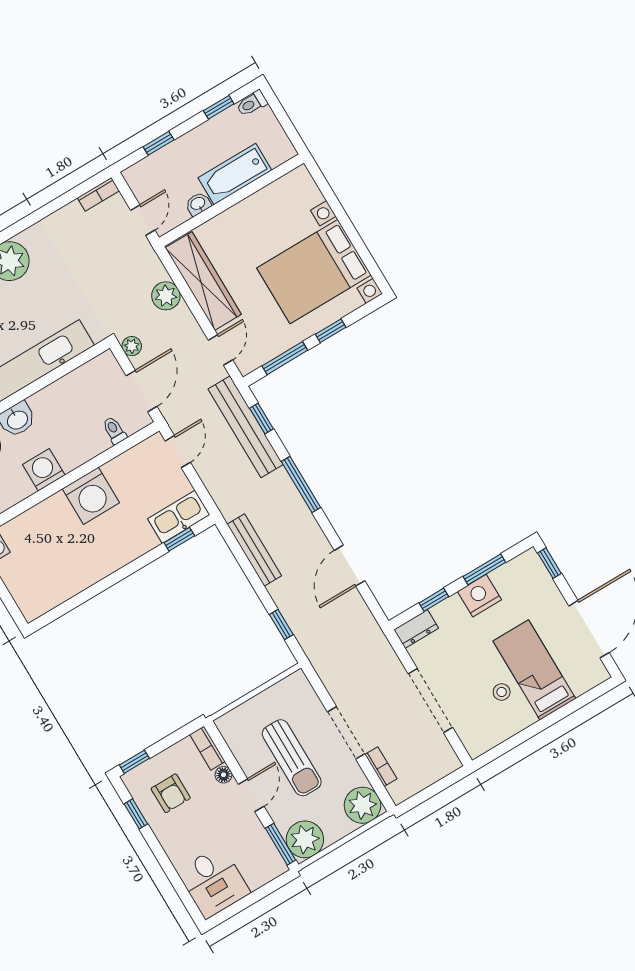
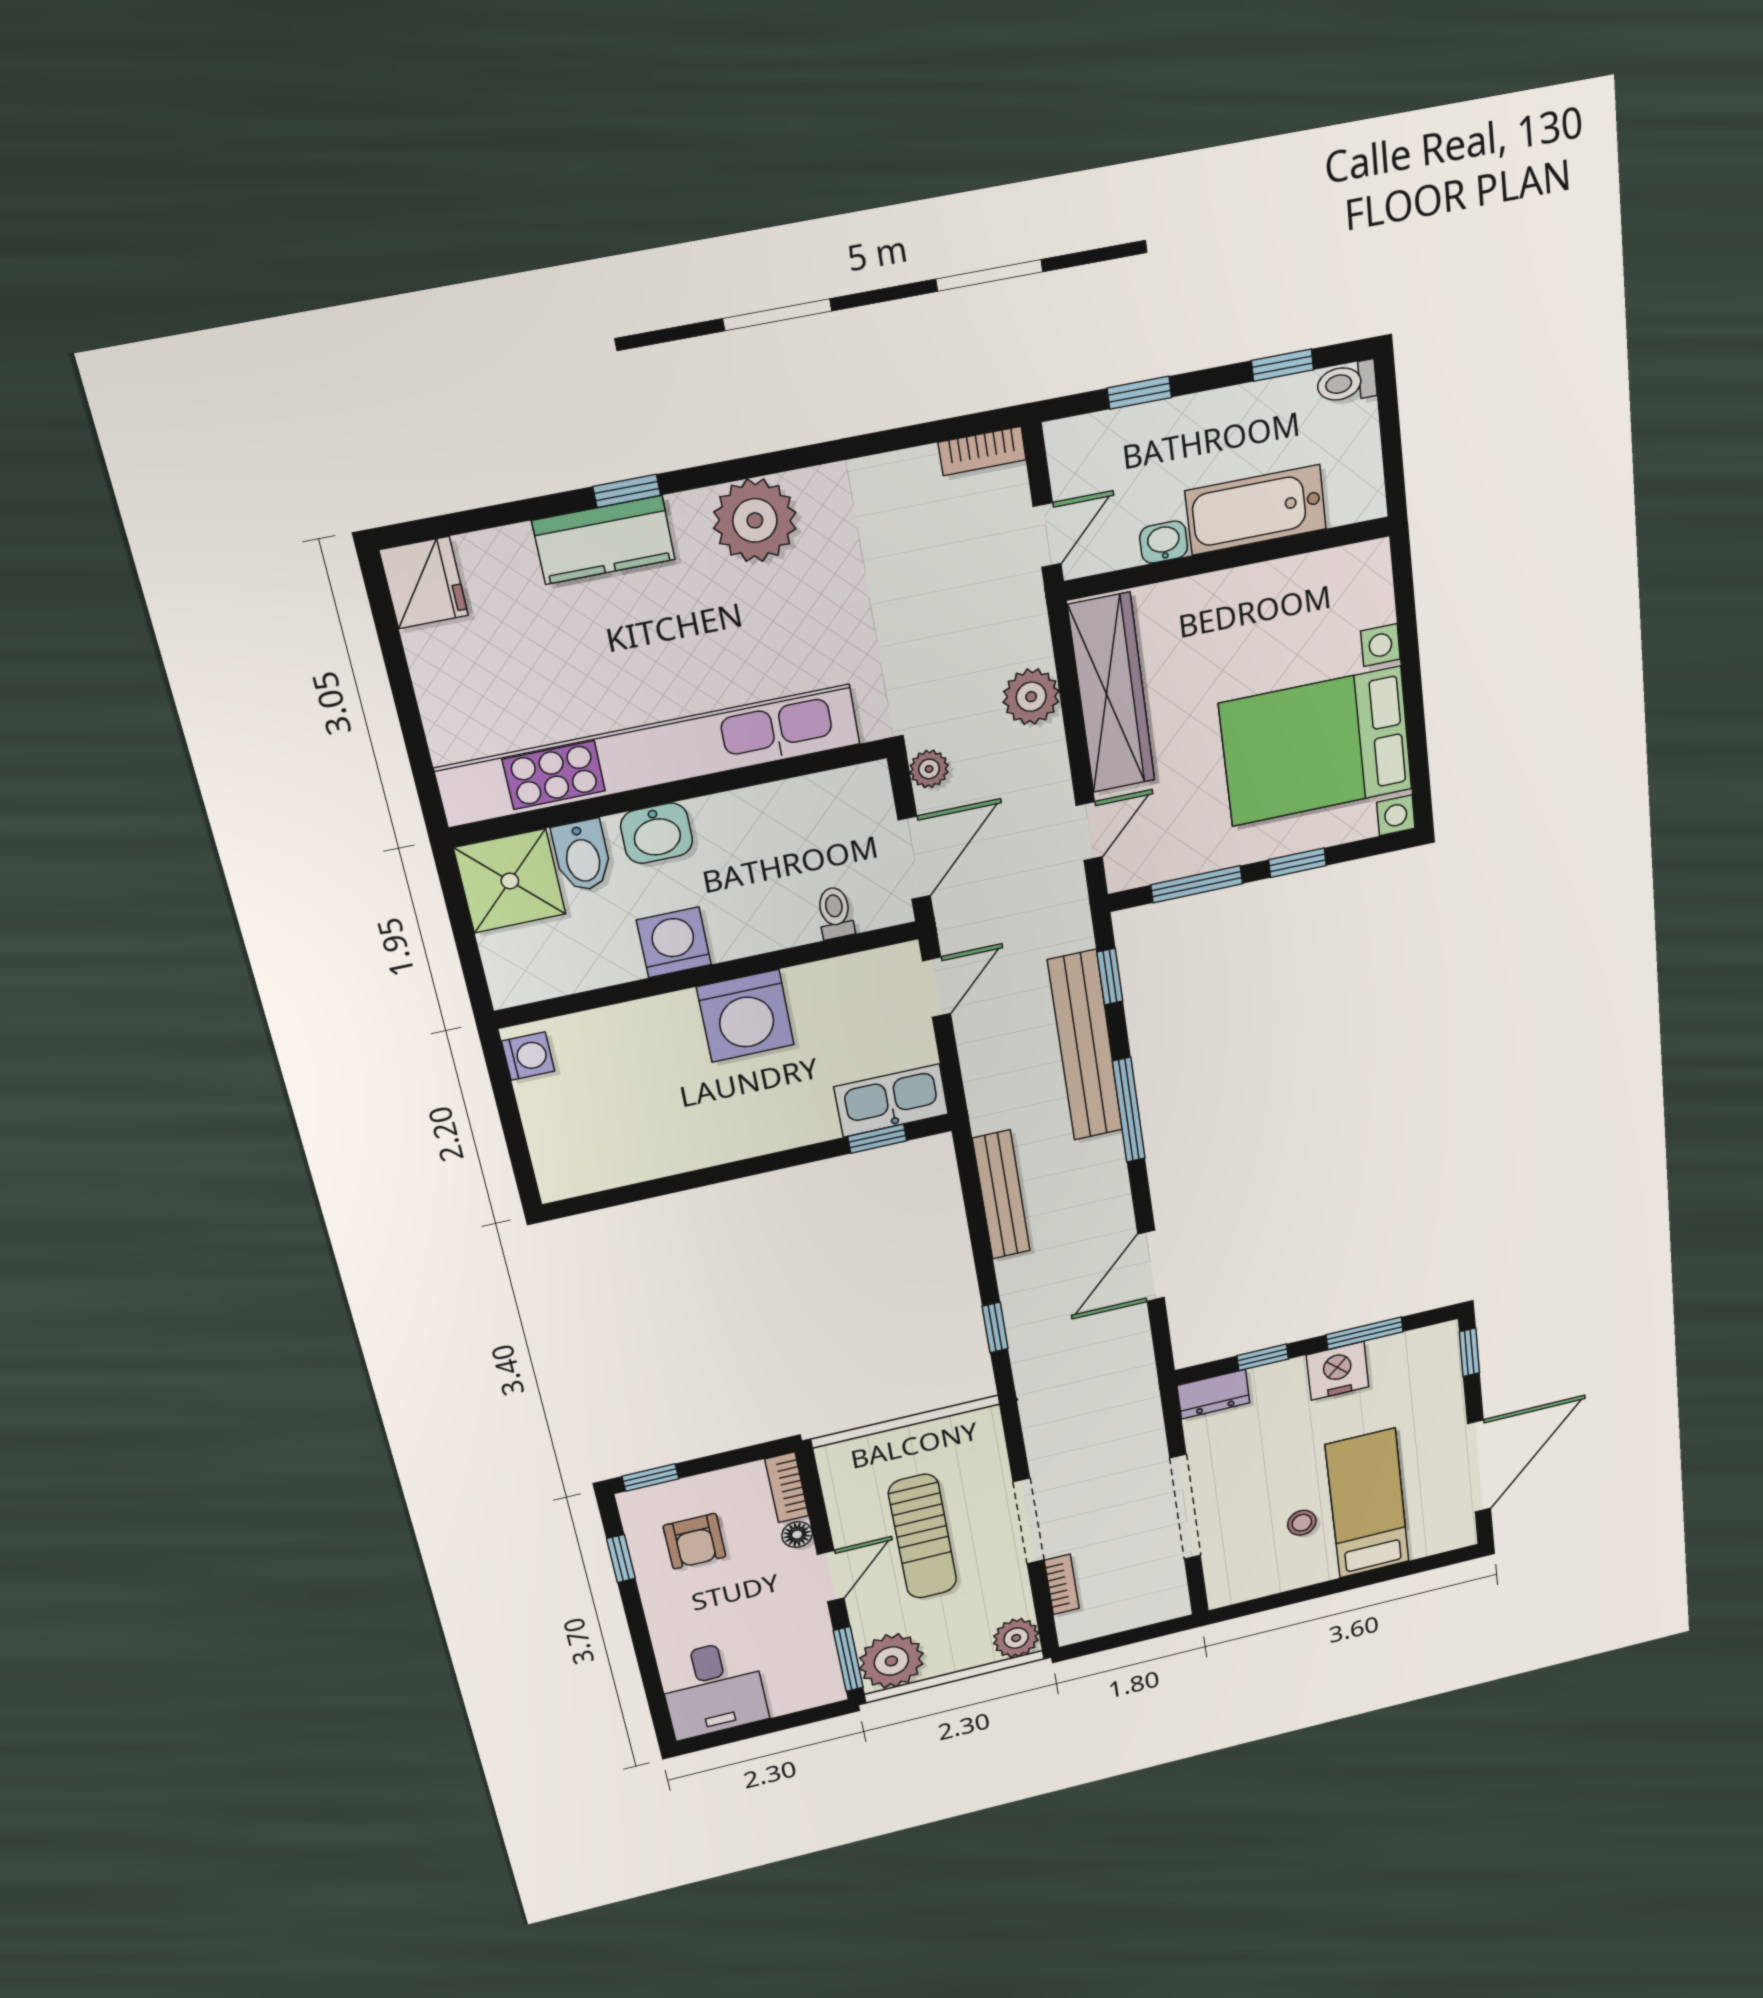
bench: (246, 427) -> (1085, 1046), moved
plant: (362, 805) -> (1016, 1638), width x0.73, depth x0.73

